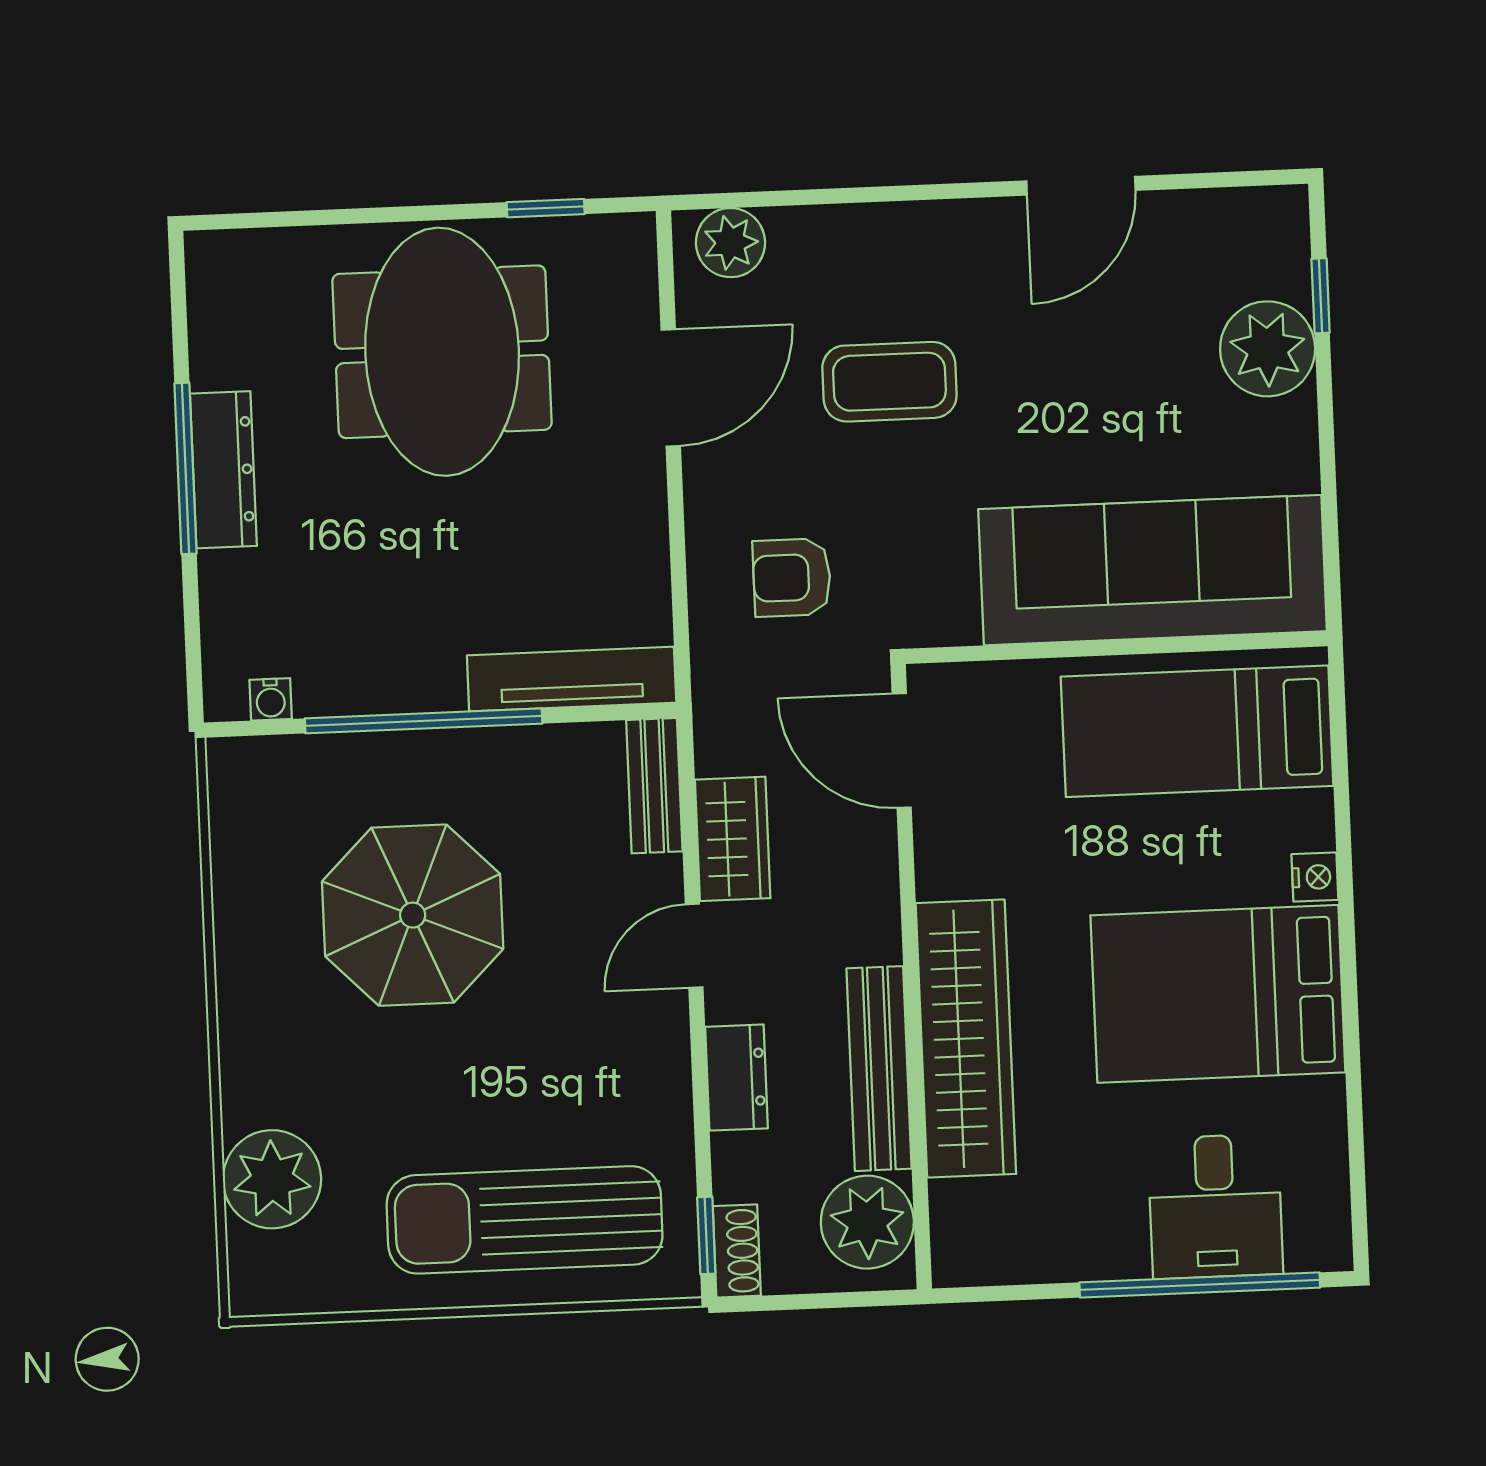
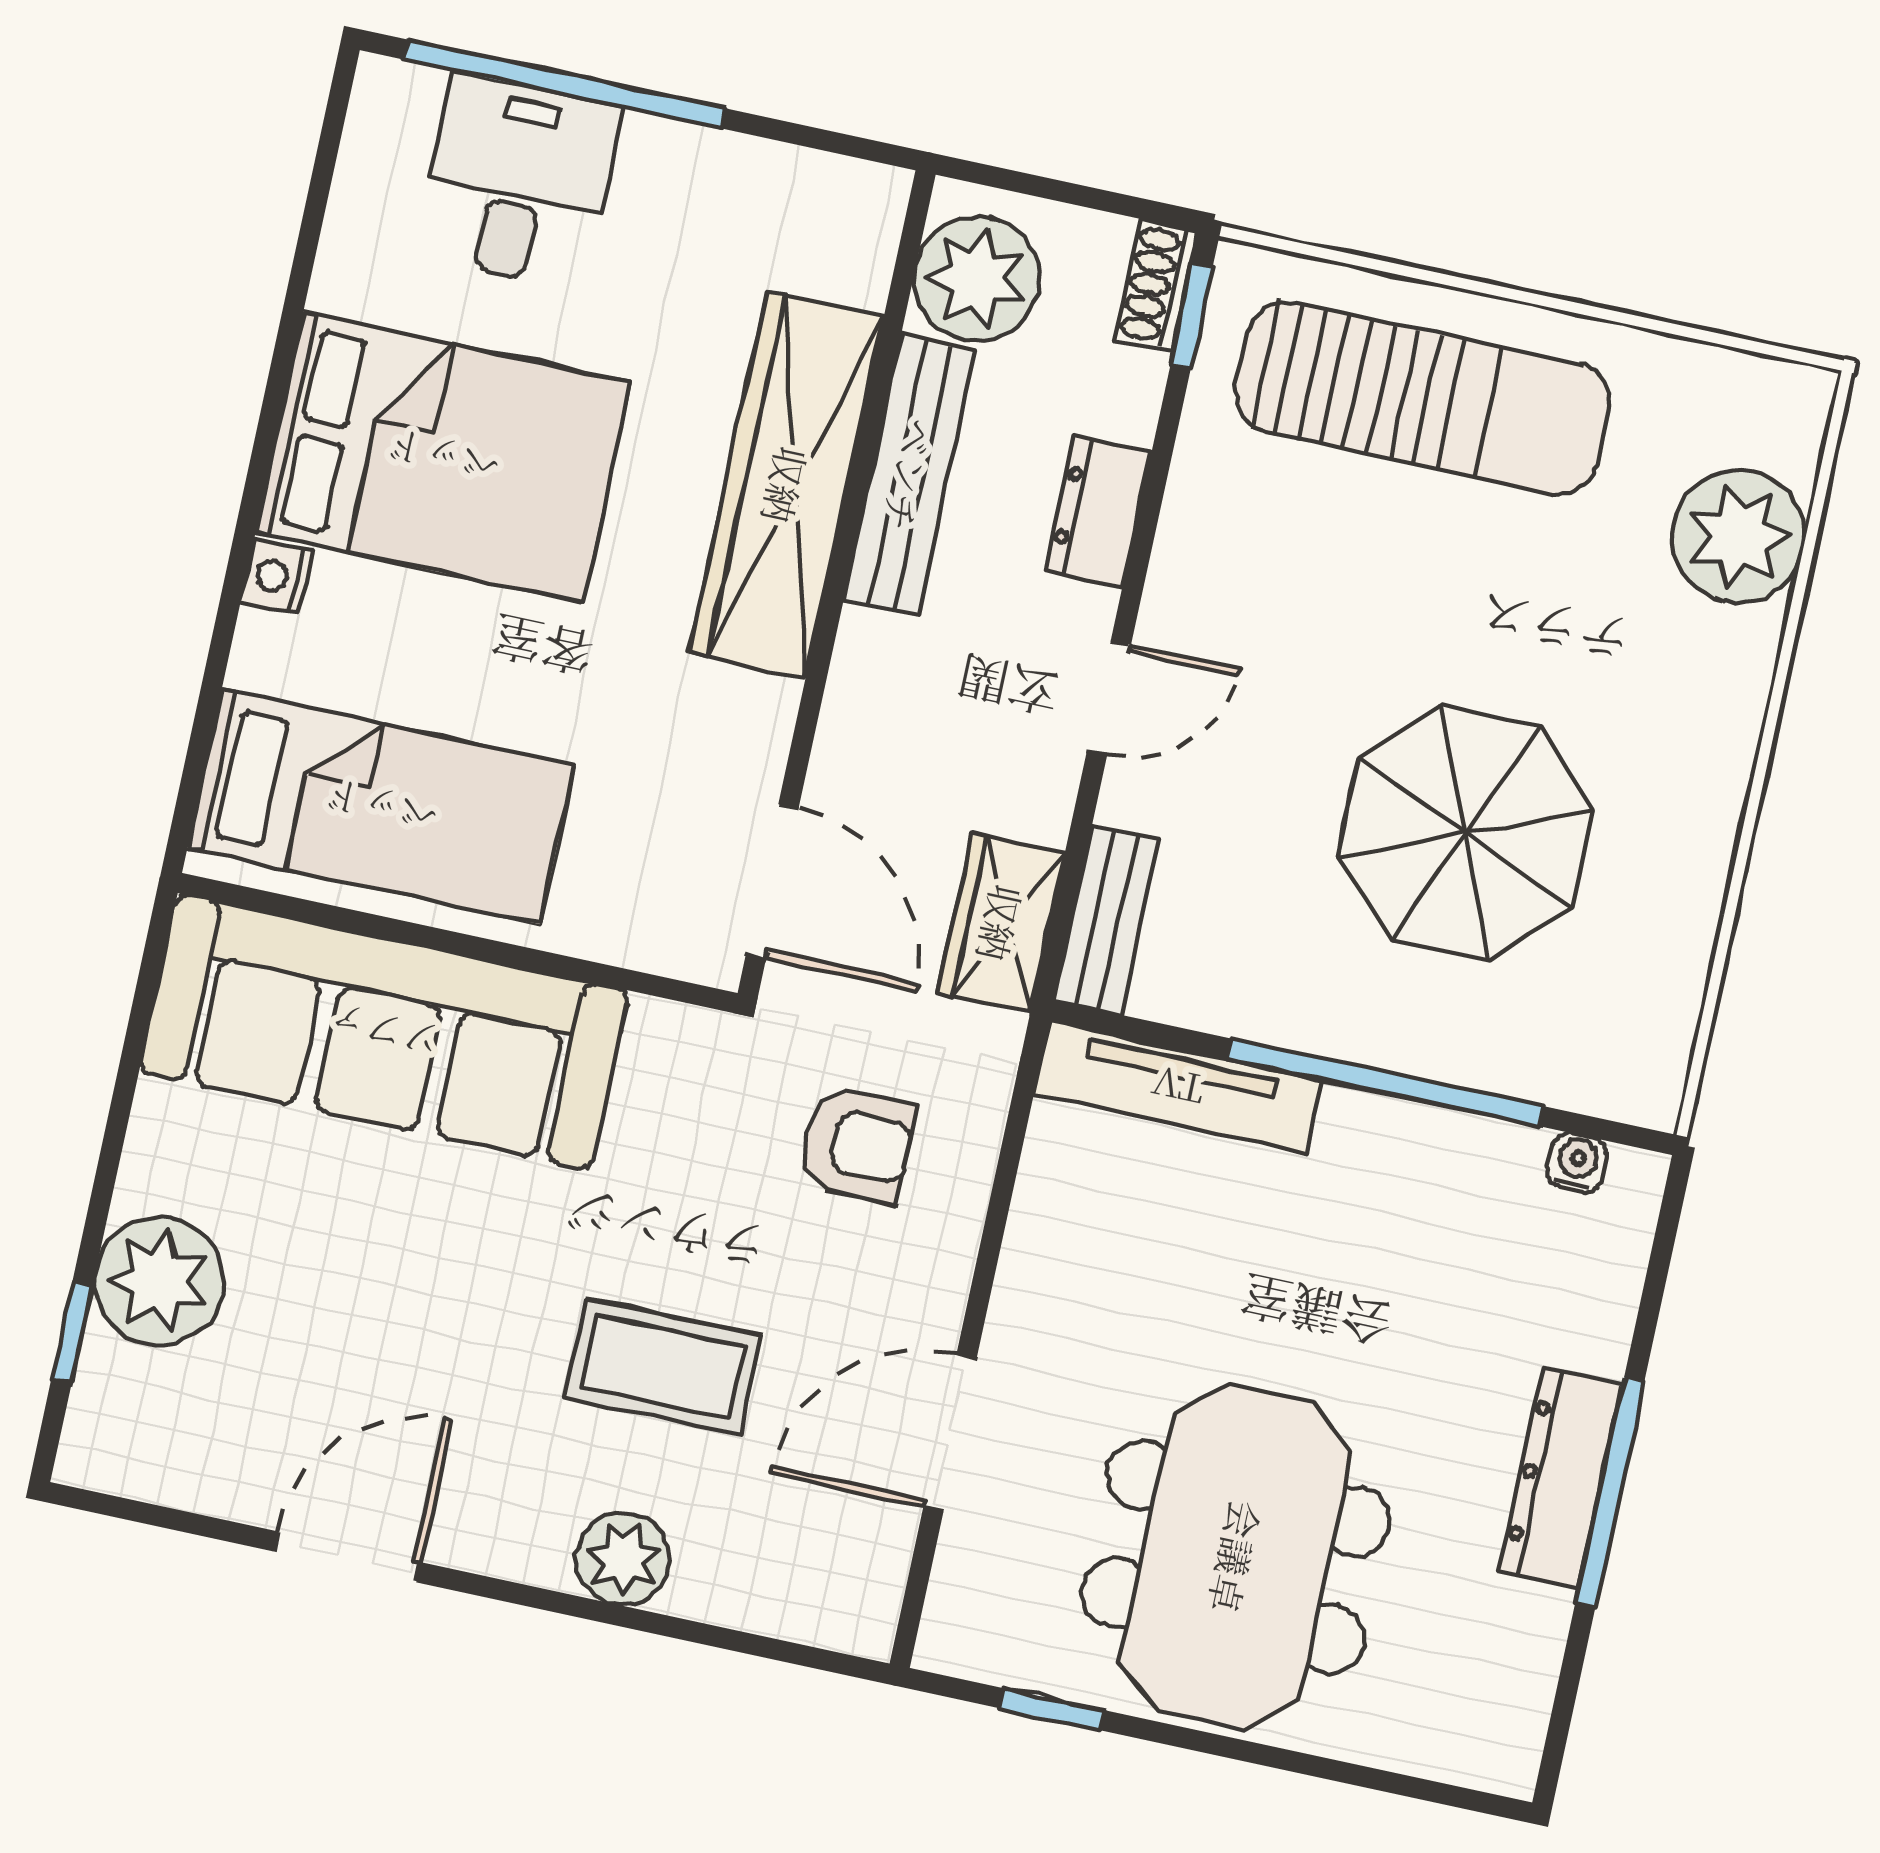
plant: (731, 243) -> (623, 1558), moved
wardrobe: (733, 839) -> (1001, 923), moved

